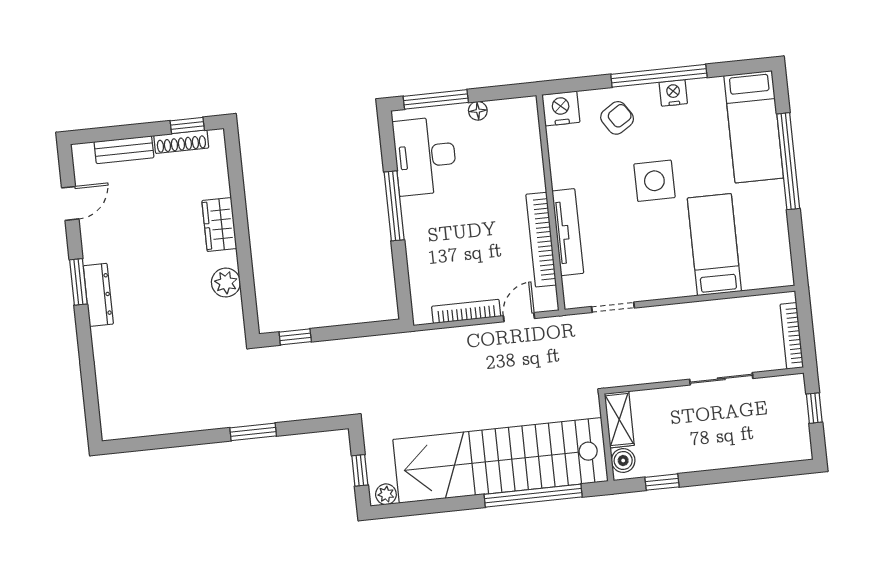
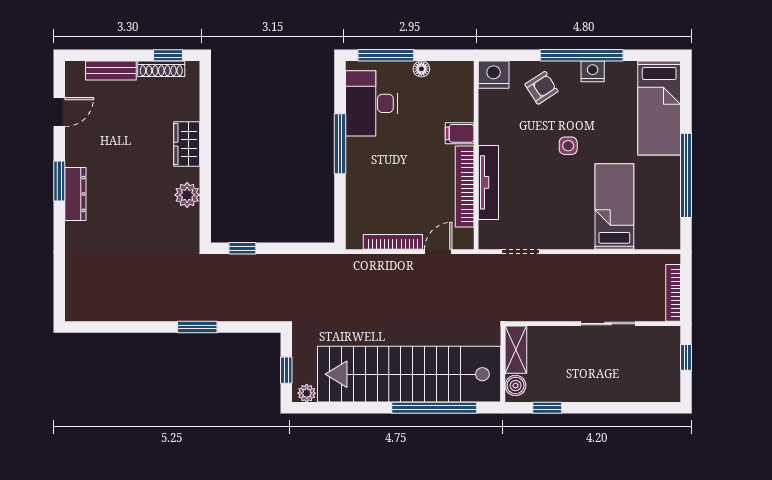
window: (788, 161) -> (686, 175), moved
filing cabinet: (529, 180) -> (460, 133), added
side table: (654, 181) -> (568, 146), width x0.54, depth x0.54

